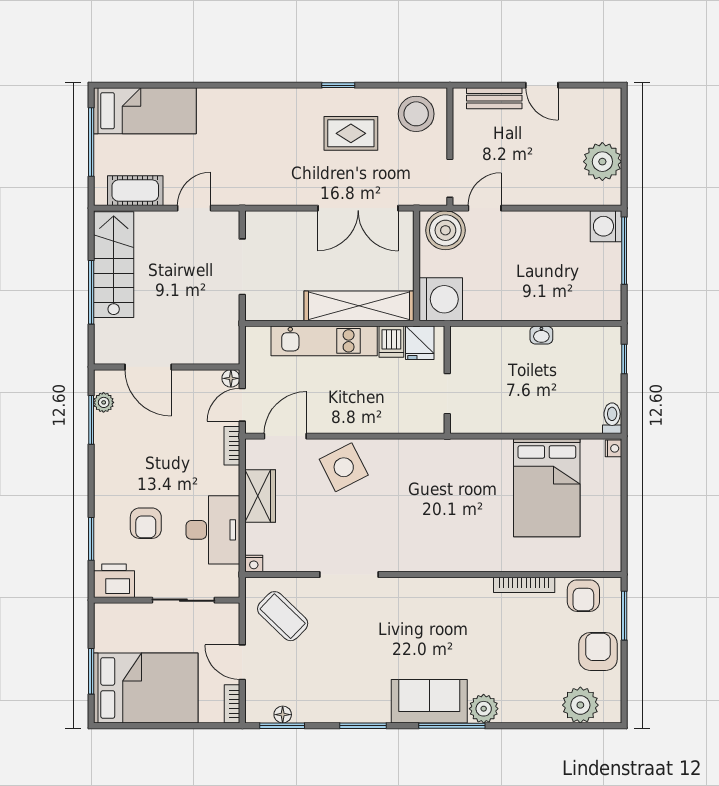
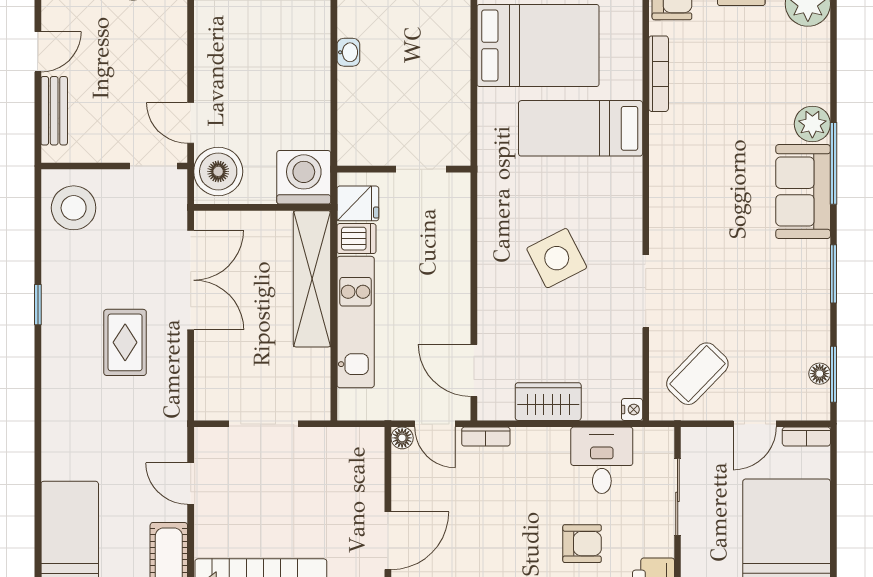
rug: (351, 133) -> (125, 342), moved
side table: (344, 467) -> (557, 258), moved
bed: (480, 522) -> (581, 128), added
desk: (213, 530) -> (602, 460), width x0.73

